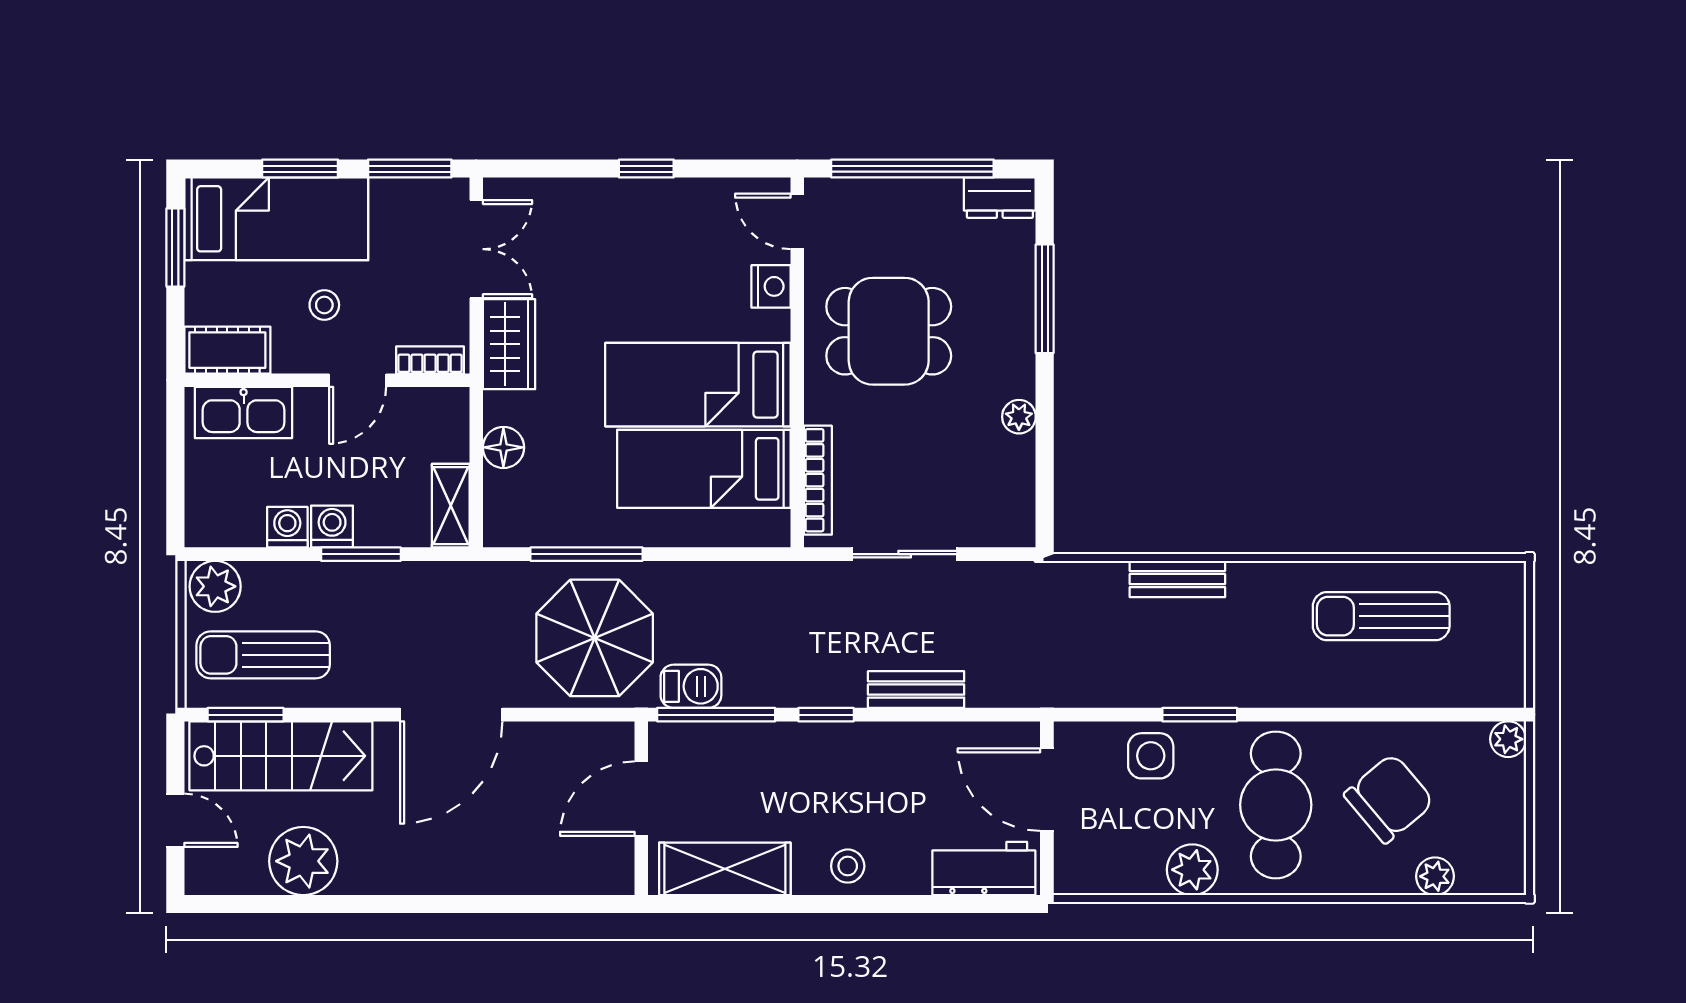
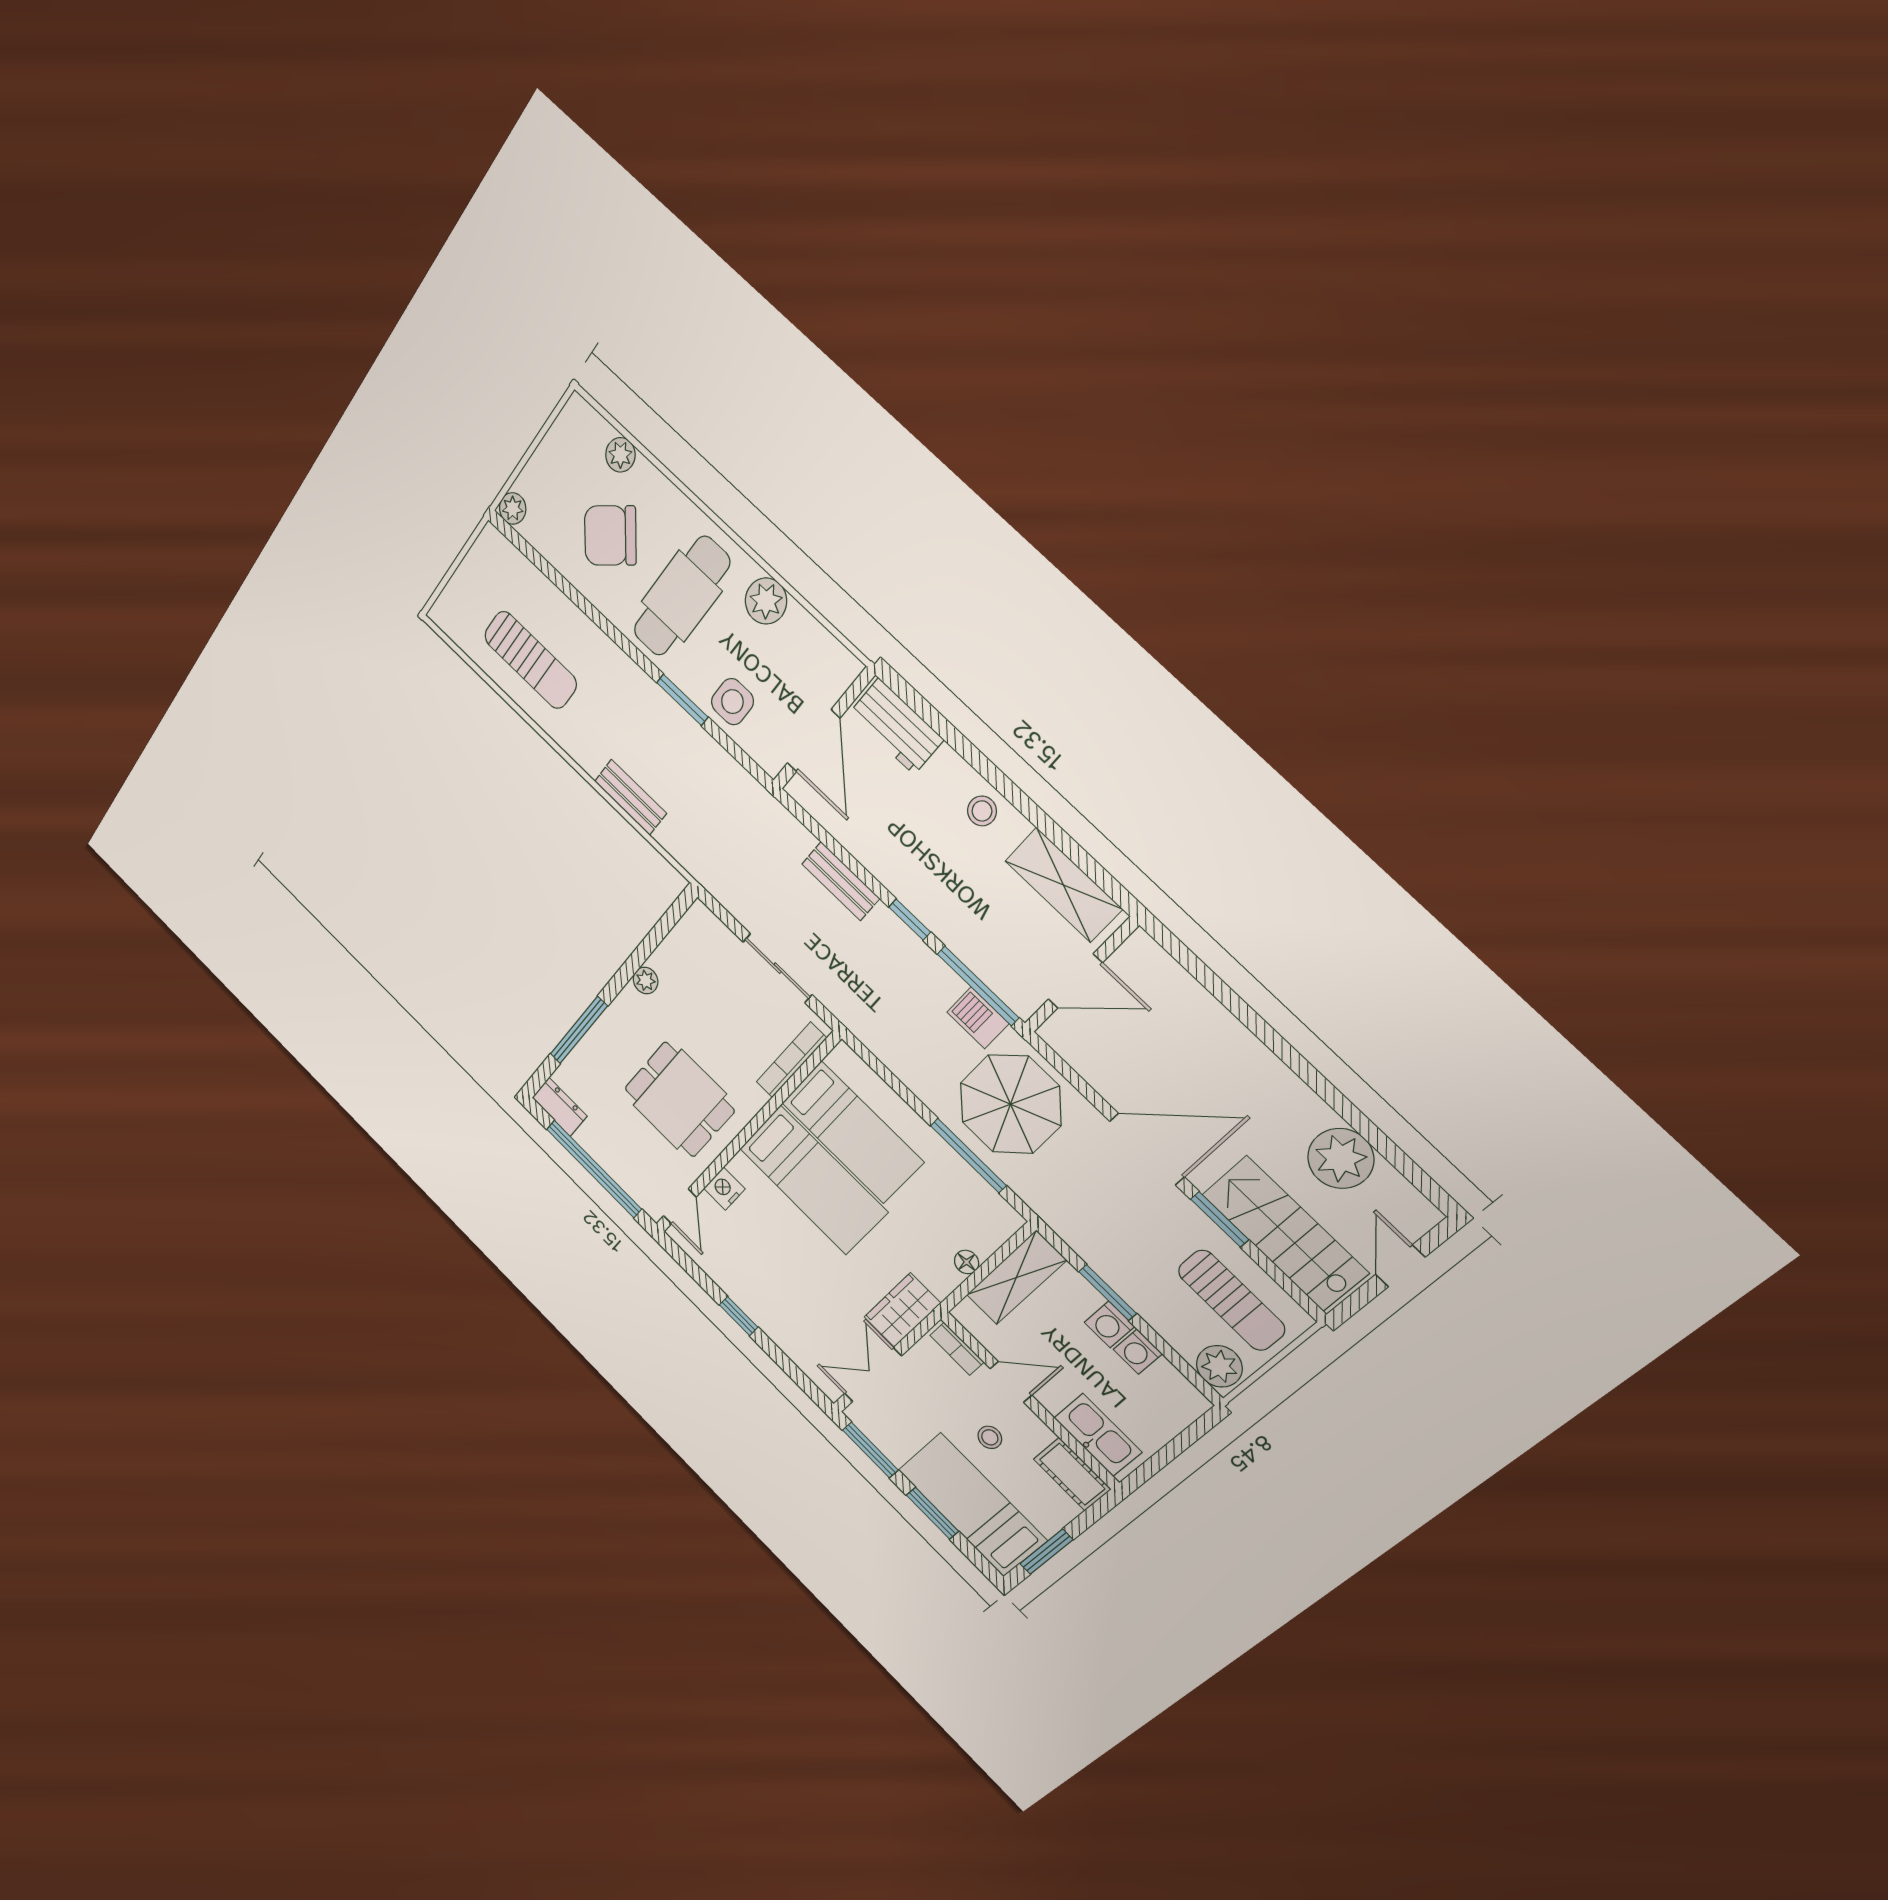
floor lamp: (503, 447) -> (967, 1262), width x0.73, depth x0.73
shelving: (451, 506) -> (1016, 1278), width x1.50, depth x1.33
window: (246, 715) -> (1220, 1219), moved

